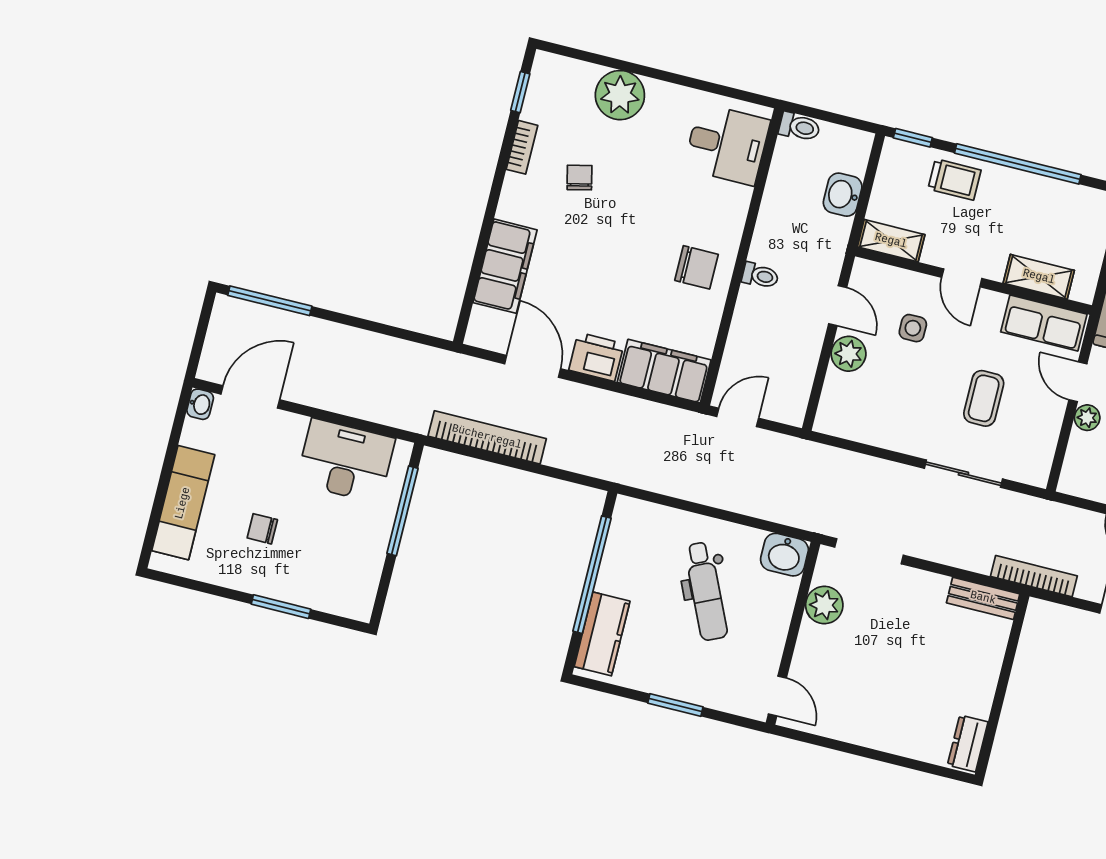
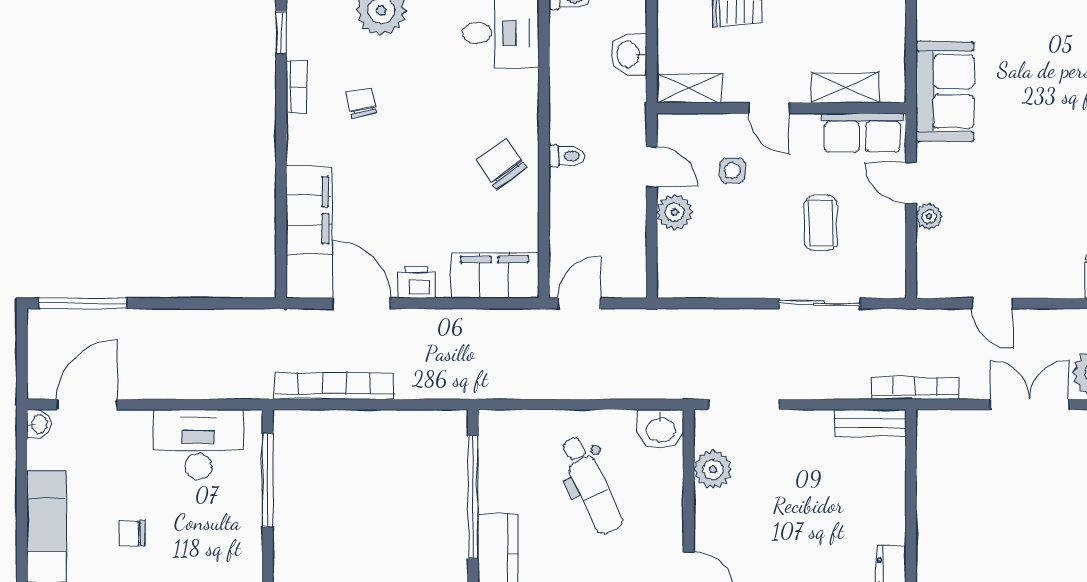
chair: (696, 267) -> (501, 164), turned -125
printer: (596, 357) -> (417, 282), width x0.73, depth x0.81

